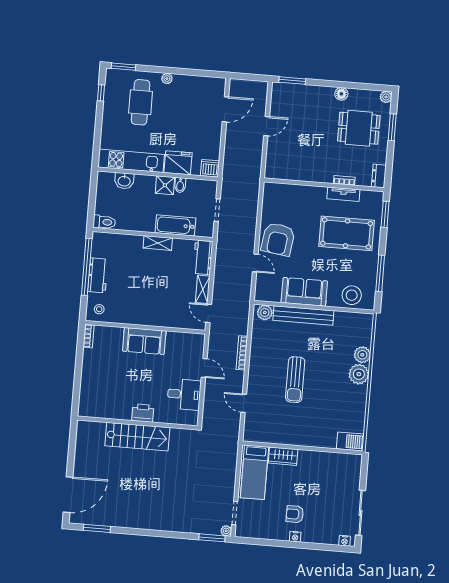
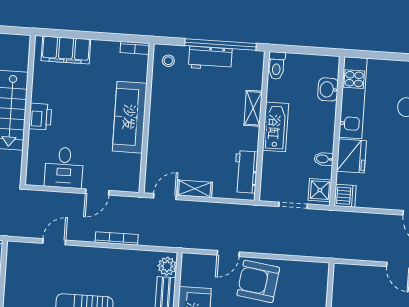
shower: (165, 185) -> (320, 190), moved
bathtub: (175, 225) -> (275, 127), moved
shelving: (158, 243) -> (253, 108), moved
workbench: (203, 257) -> (246, 172), moved, turned -90
sofa: (144, 341) -> (130, 117), width x1.36
filing cabinet: (89, 392) -> (66, 50), added

